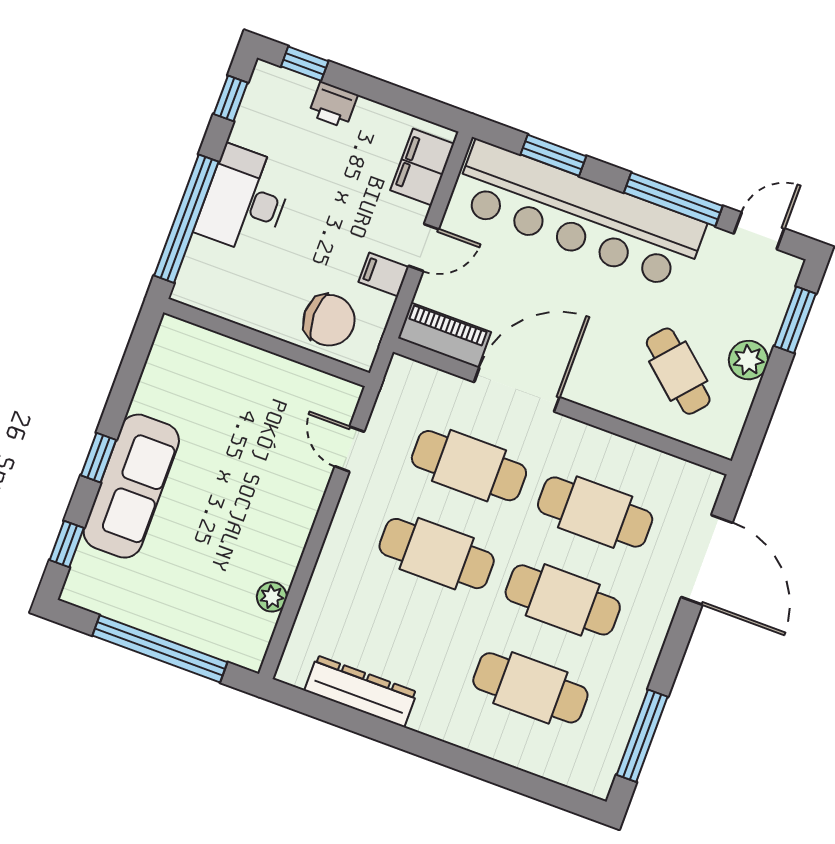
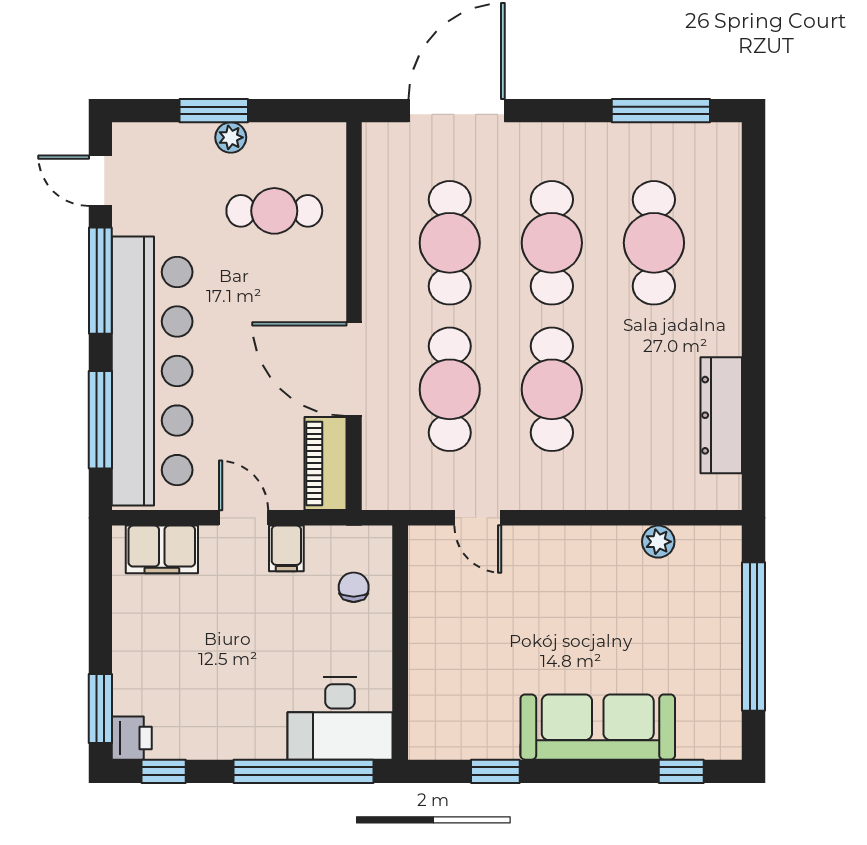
window: (305, 64) -> (100, 709), width x1.50
printer: (333, 105) -> (132, 738), moved
window: (553, 155) -> (100, 420), width x1.44
desk: (245, 200) -> (340, 719), moved
chair: (329, 320) -> (354, 587), width x0.54, depth x0.54
window: (795, 320) -> (214, 111), moved
plant: (748, 360) -> (231, 137), width x0.73, depth x0.73
cafe table: (678, 371) -> (274, 211), turned 49
door: (349, 449) -> (478, 518), hinge flipped
window: (98, 458) -> (495, 771), moved

